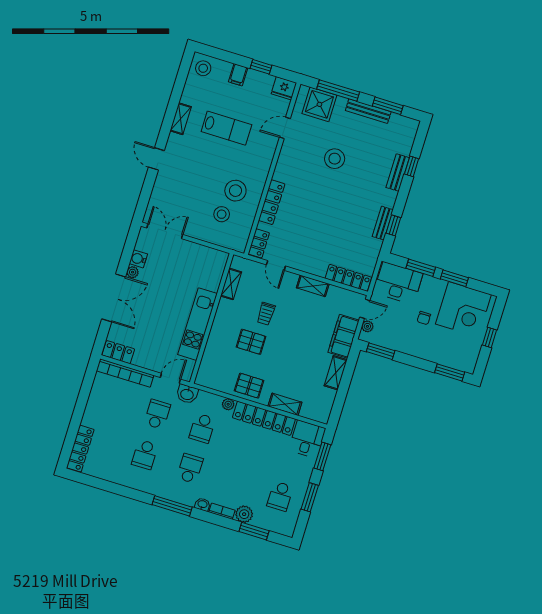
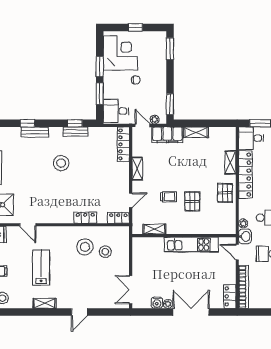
stool: (335, 159) -> (61, 163), moved
locker: (272, 202) -> (85, 218), width x0.66
desk: (398, 283) -> (116, 111), width x0.73
plant: (228, 404) -> (243, 224), moved

